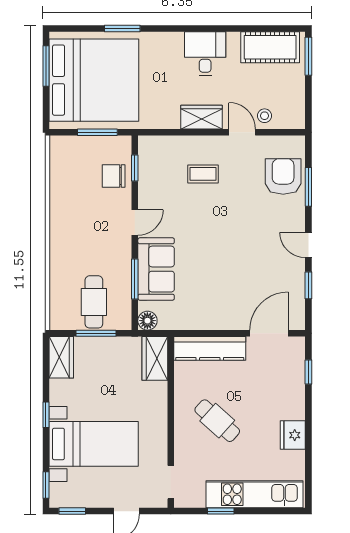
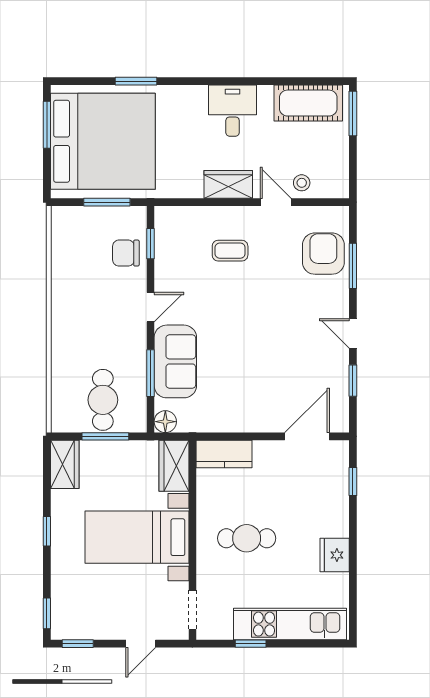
kitchen counter: (210, 348) -> (224, 454), width x0.67
cafe table: (217, 421) -> (247, 538), turned -42
bed with nightstands: (94, 444) -> (137, 537), moved, turned 180

